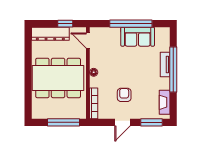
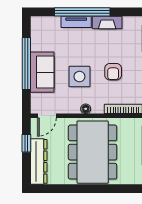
sofa: (138, 37) -> (42, 72), moved
side table: (120, 67) -> (79, 77), added
armchair: (124, 95) -> (113, 72), turned -90
fireplace: (165, 102) -> (107, 23), moved

